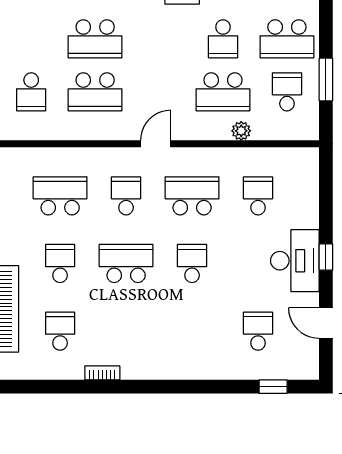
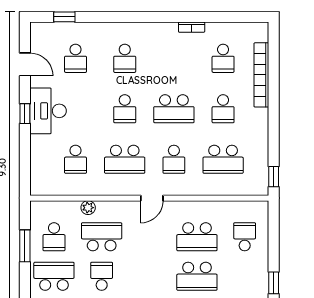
school desk: (95, 39) -> (197, 276), turned 180
school desk: (95, 92) -> (197, 237), turned 180
school desk: (192, 331) -> (125, 58), added

